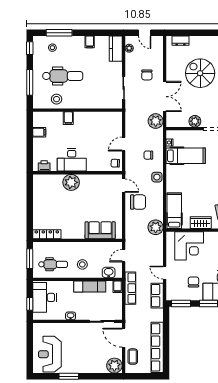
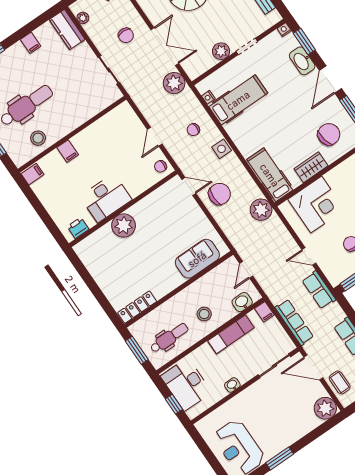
filing cabinet: (39, 132) -> (32, 174), moved
row of seats: (130, 288) -> (294, 322), moved

